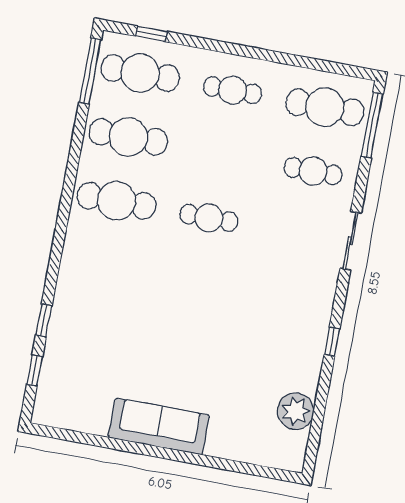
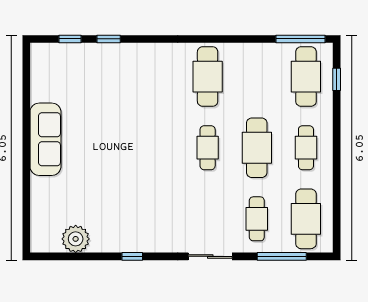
window: (372, 125) -> (282, 256), moved
cafe table: (128, 137) -> (257, 148), moved

